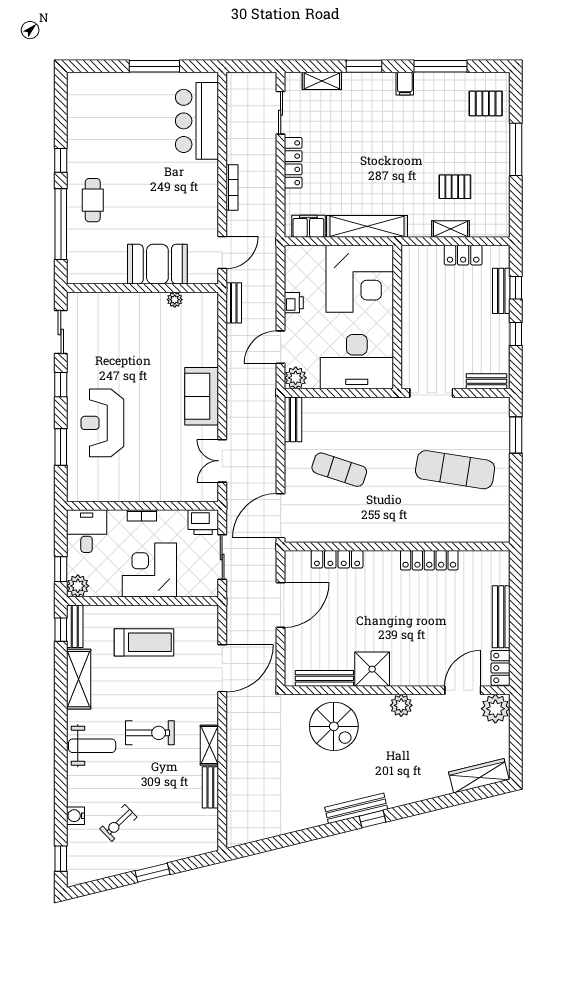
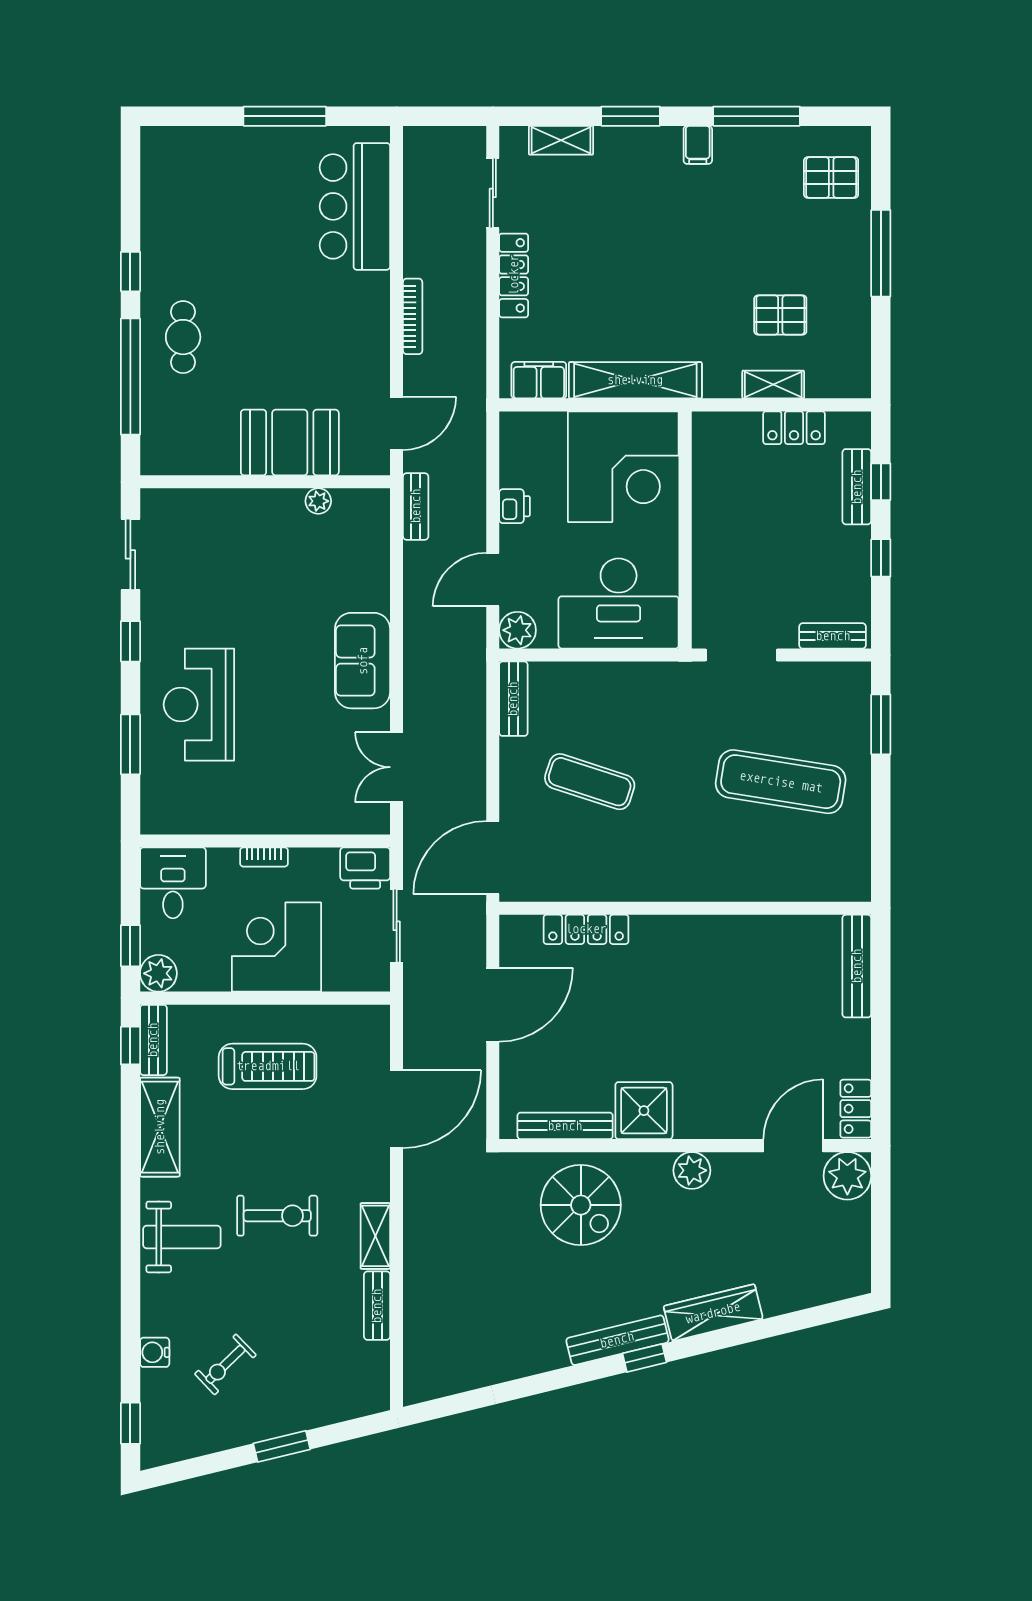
locker: (429, 560) -> (738, 931), removed
bench: (501, 617) -> (857, 966), moved
wardrobe: (479, 776) -> (713, 1313), moved

